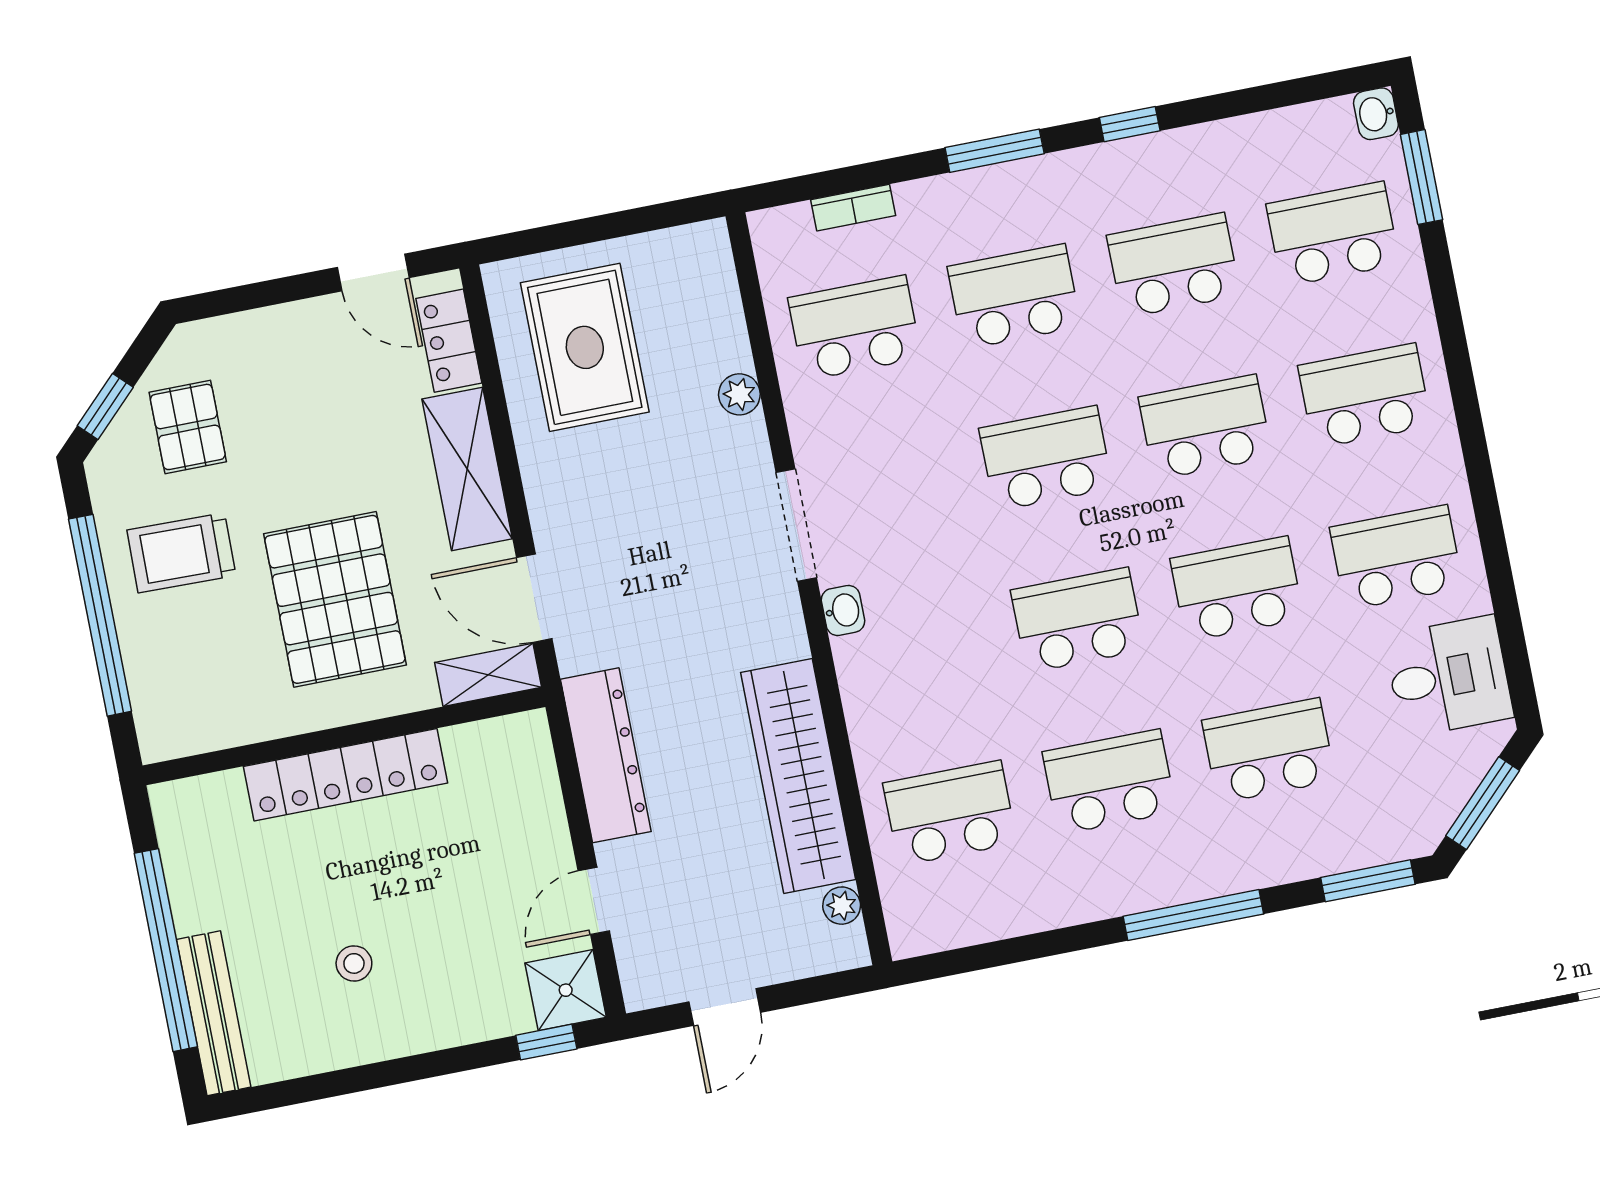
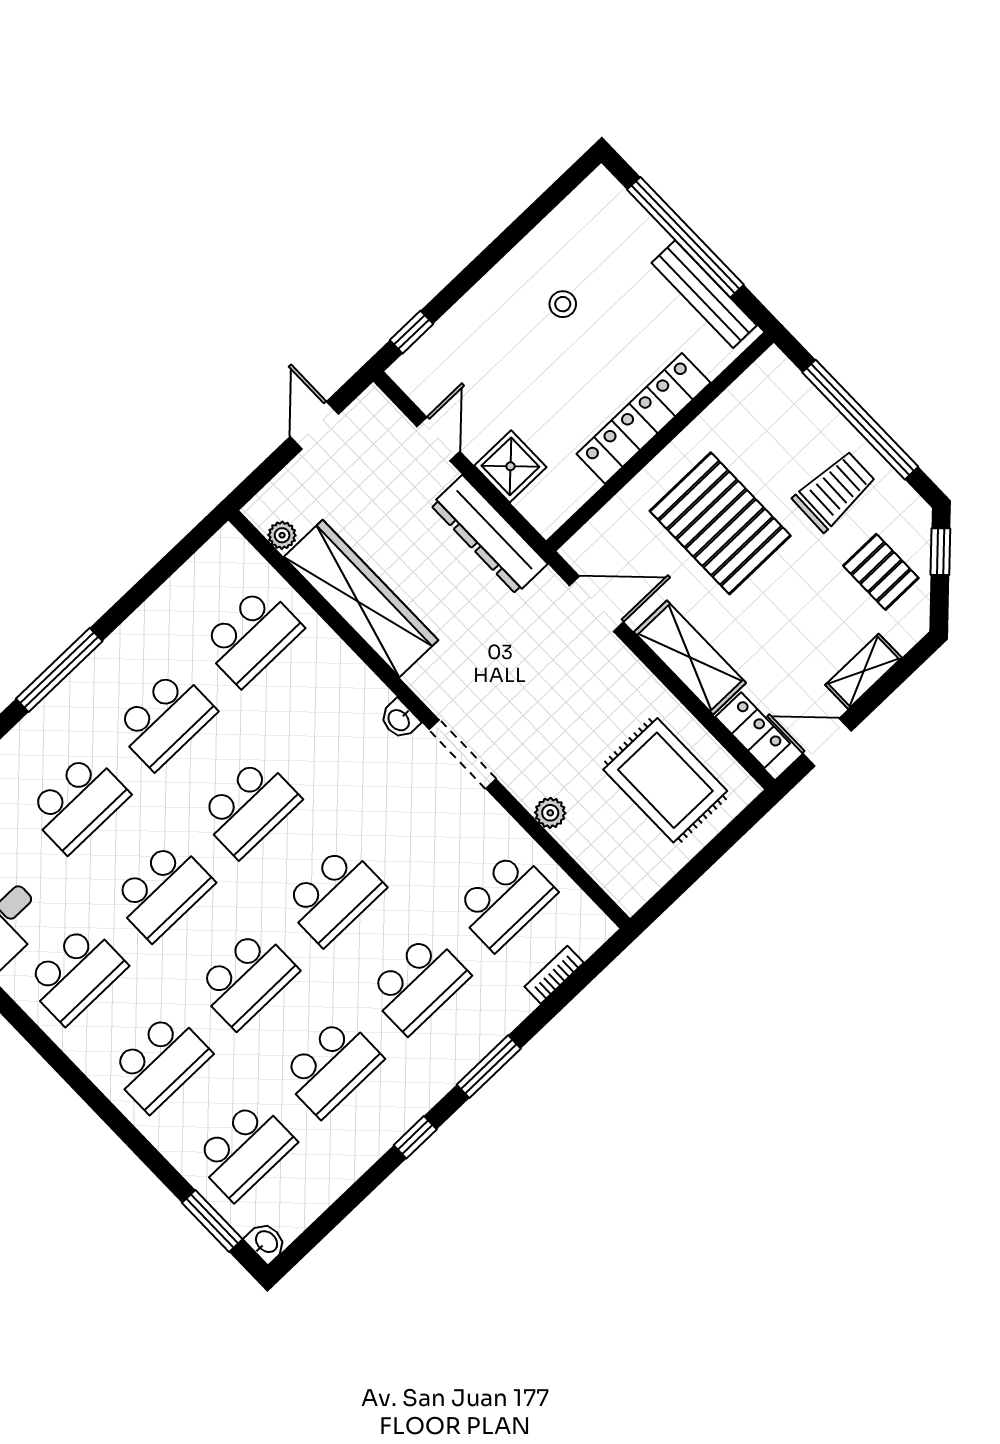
shelving: (488, 675) -> (864, 671), moved
shower: (566, 990) -> (510, 466), moved
bench: (214, 1013) -> (704, 294), moved

